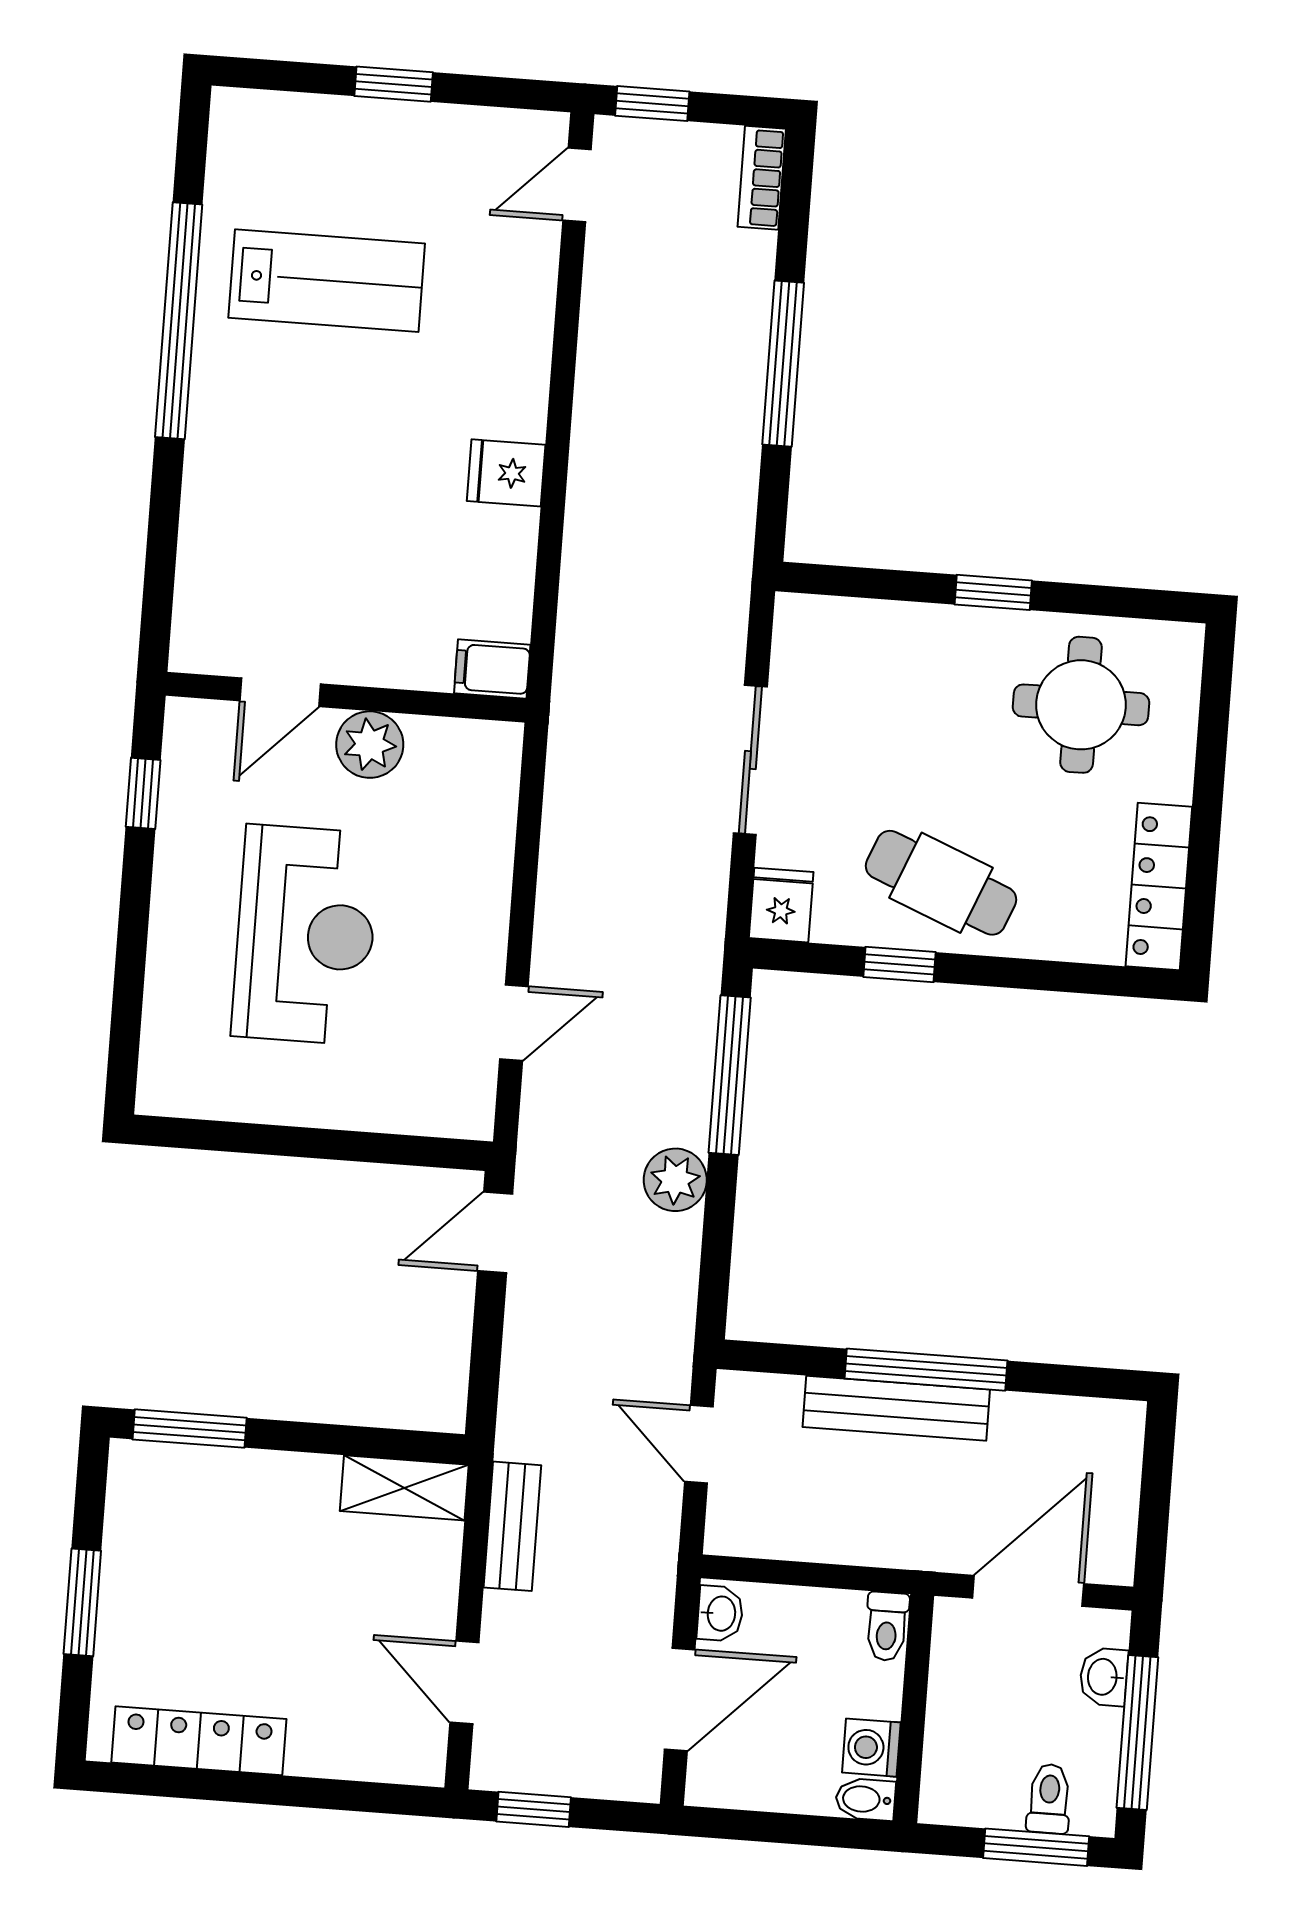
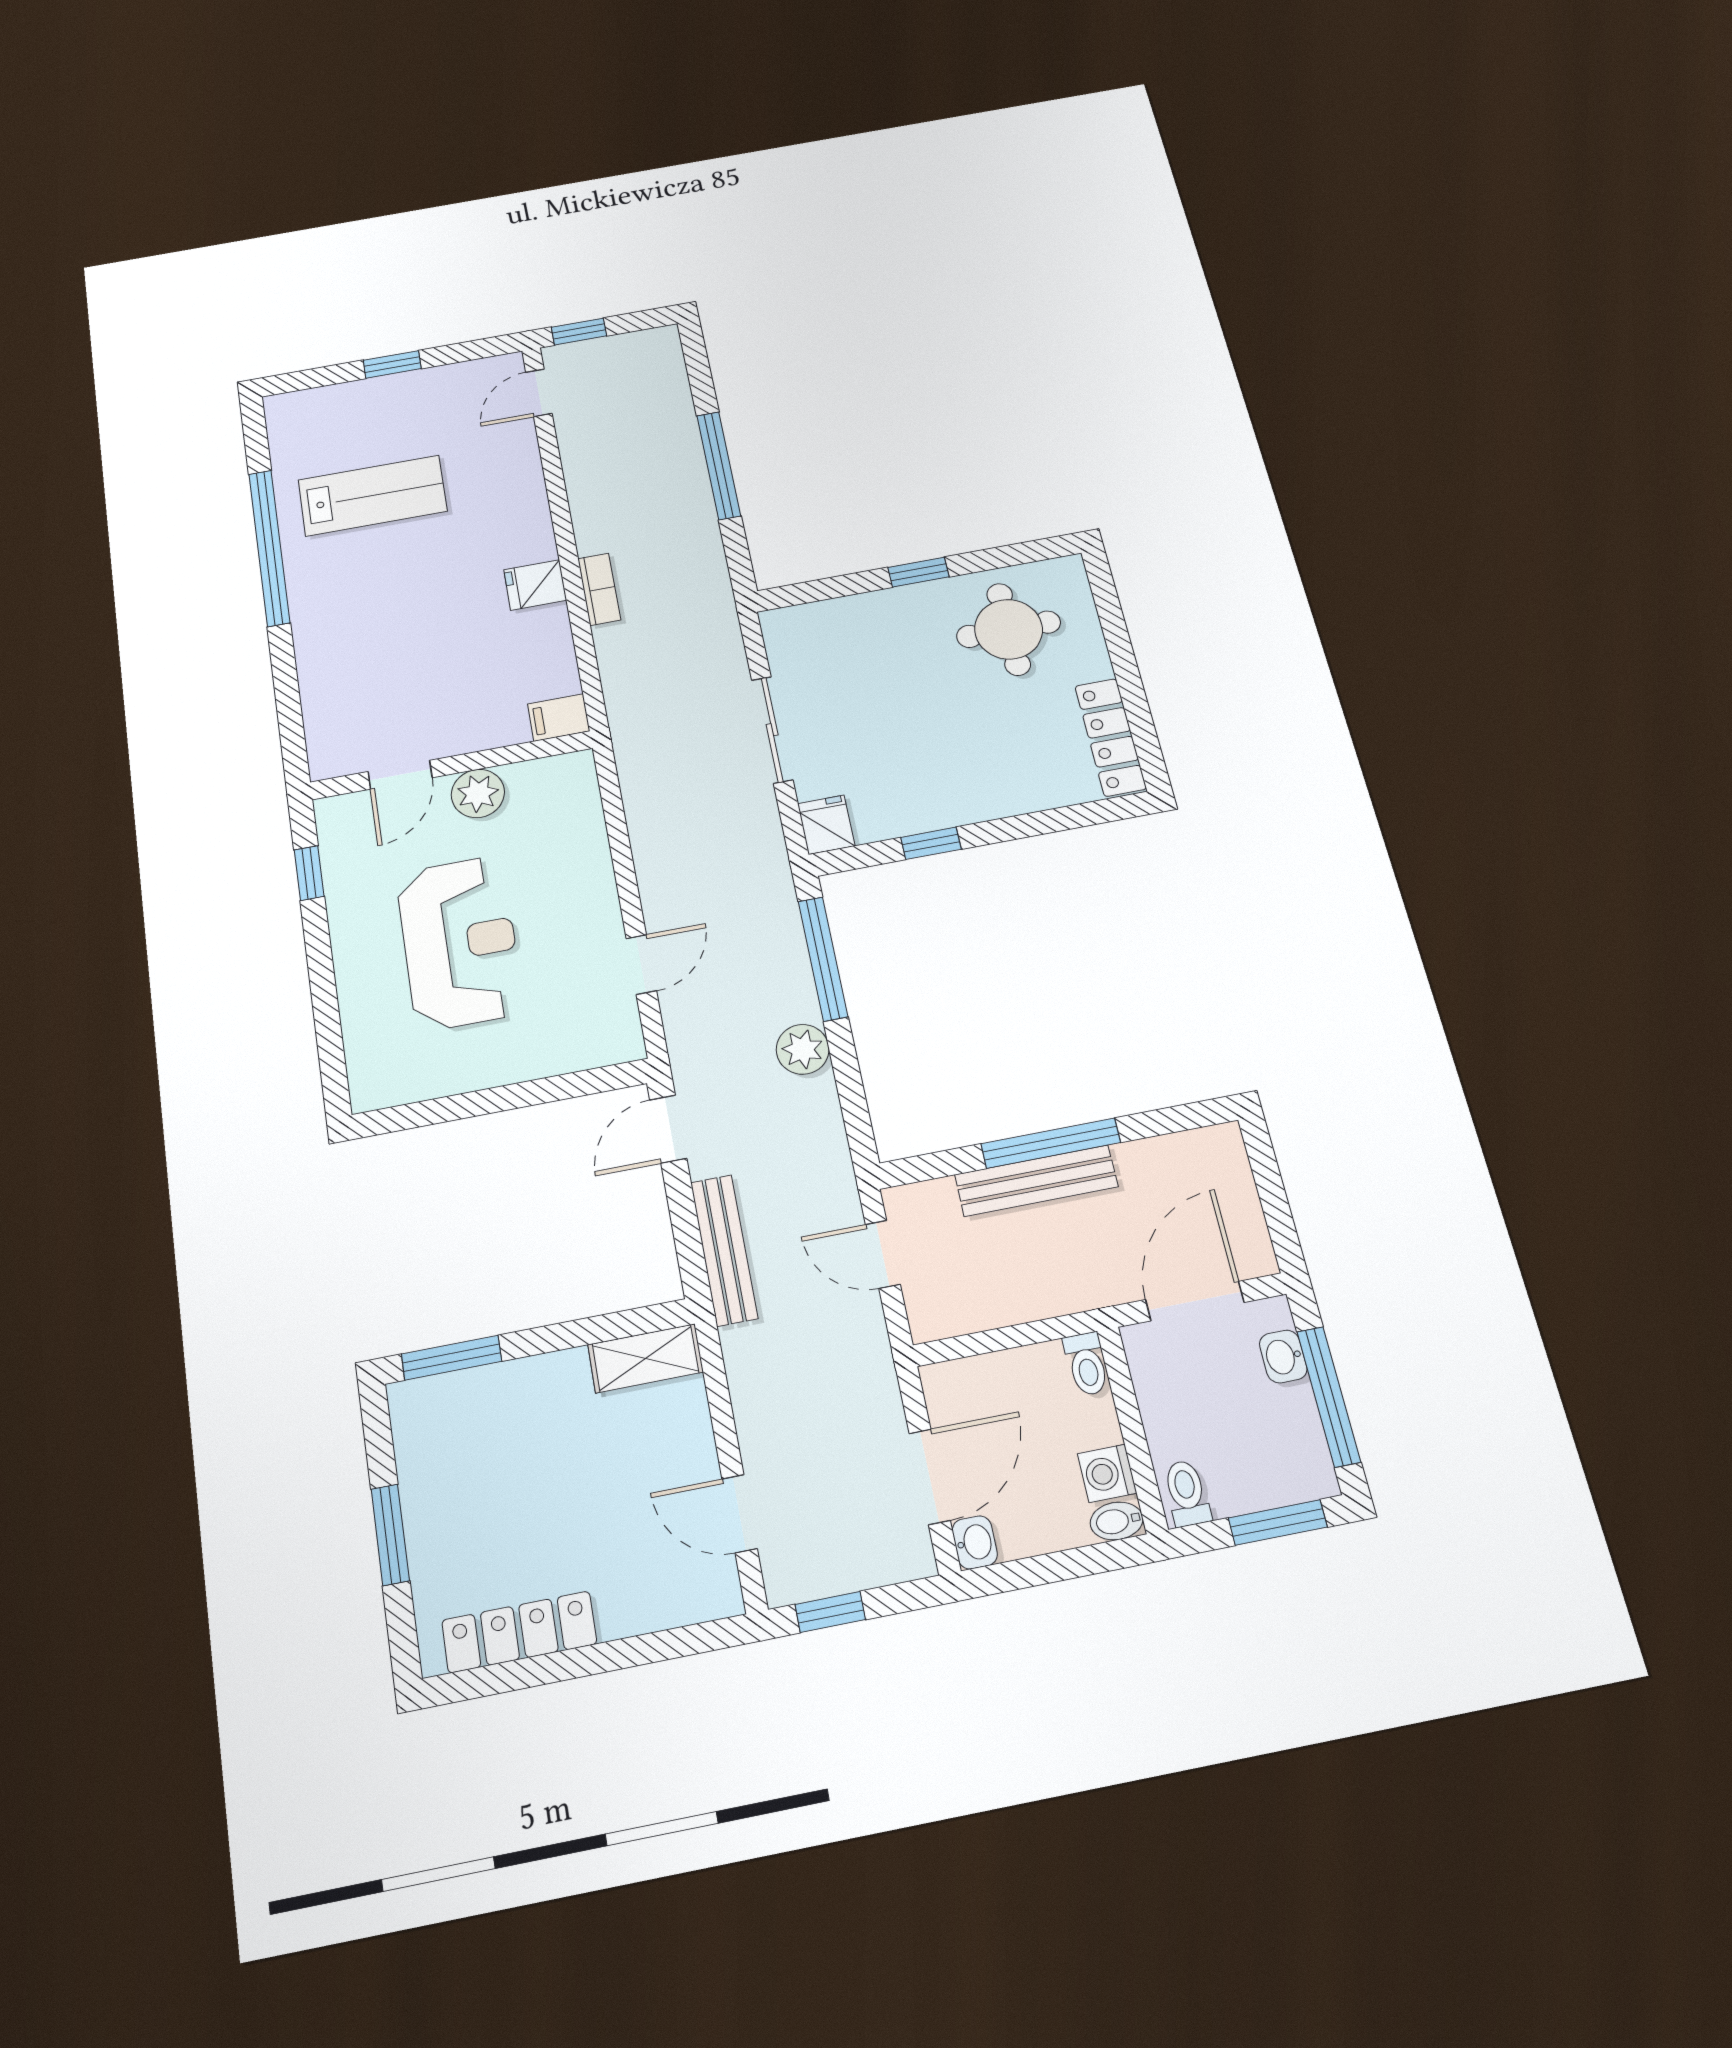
bookcase: (762, 178) -> (599, 589), moved, turned 180
cafe table: (941, 883) -> (944, 777), removed
bench: (512, 1526) -> (724, 1250), moved, width x1.36
washbasin: (720, 1613) -> (975, 1542), moved
toilet: (1049, 1799) -> (1187, 1493), moved

